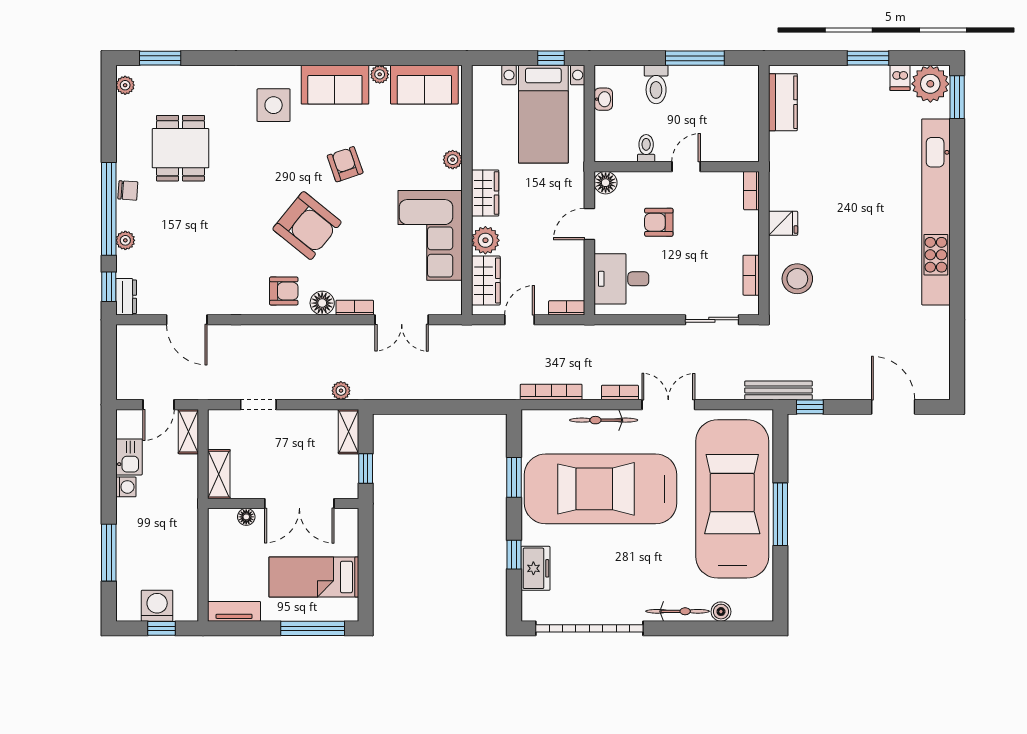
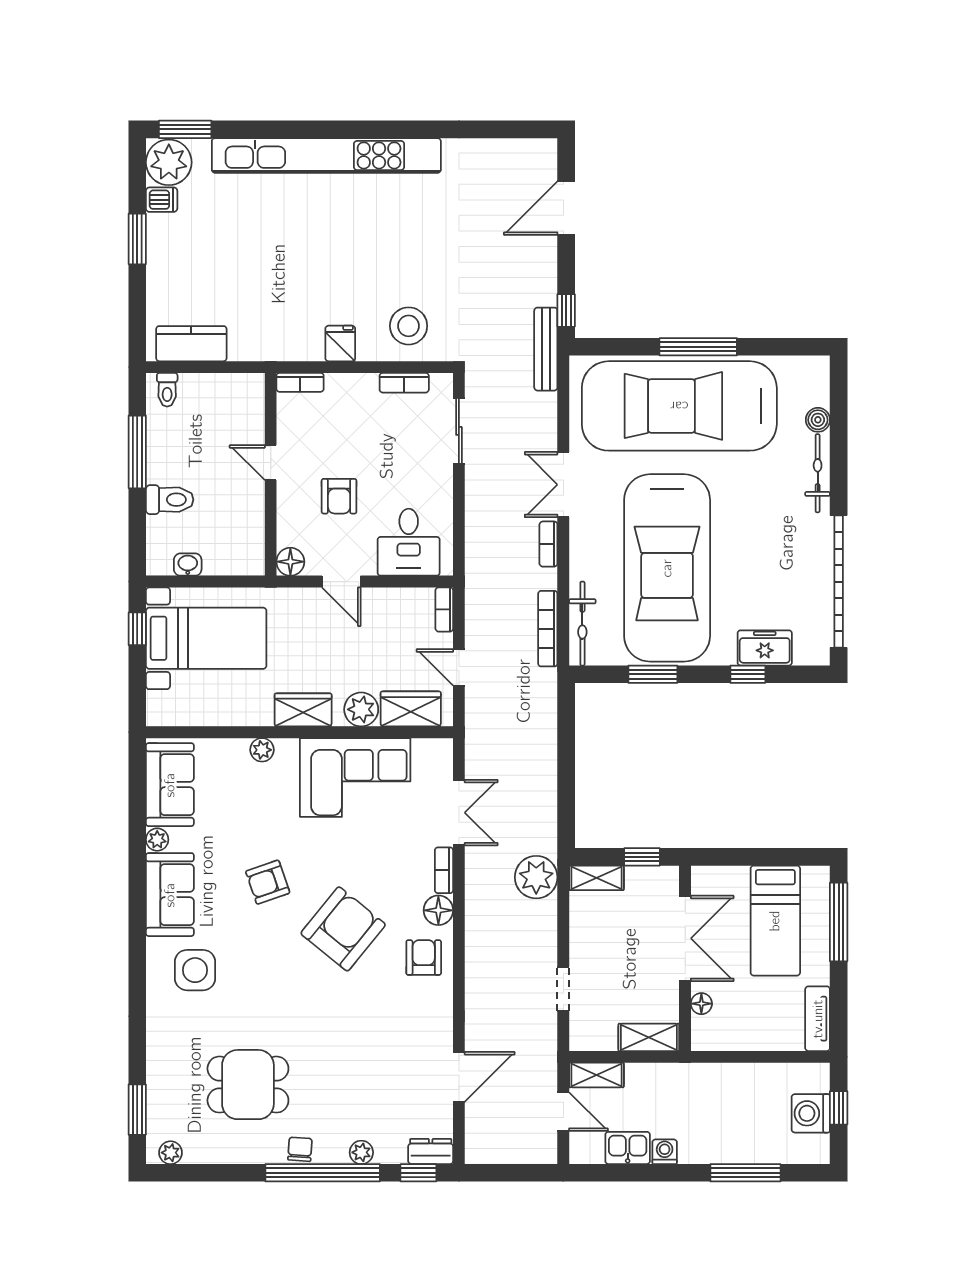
toilet: (646, 148) -> (167, 390), moved, turned -90
plant: (341, 391) -> (536, 877), width x1.88, depth x1.88
bicycle: (604, 420) -> (582, 624), moved

